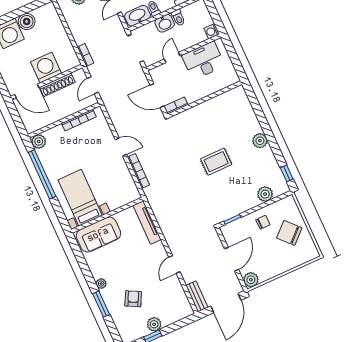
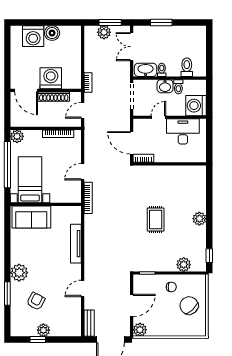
washing machine: (212, 31) -> (196, 106), width x1.89, depth x1.89
door: (121, 147) -> (83, 172), swing flipped
rug: (216, 162) -> (156, 219), turned 90
bed with nightstands: (80, 198) -> (30, 180), moved
wall: (107, 215) -> (46, 204), moved
sofa: (98, 235) -> (31, 217), moved
plant: (101, 284) -> (19, 273), width x1.88, depth x1.88

